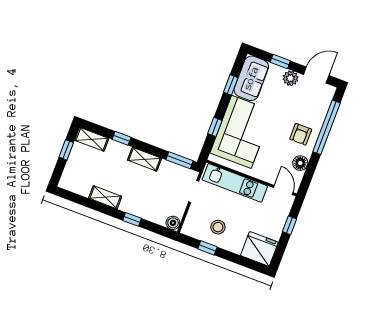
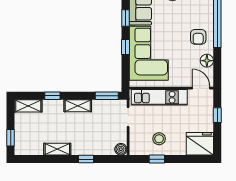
window: (215, 127) -> (125, 47), moved
window: (66, 150) -> (11, 138), moved

